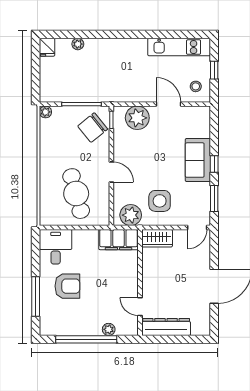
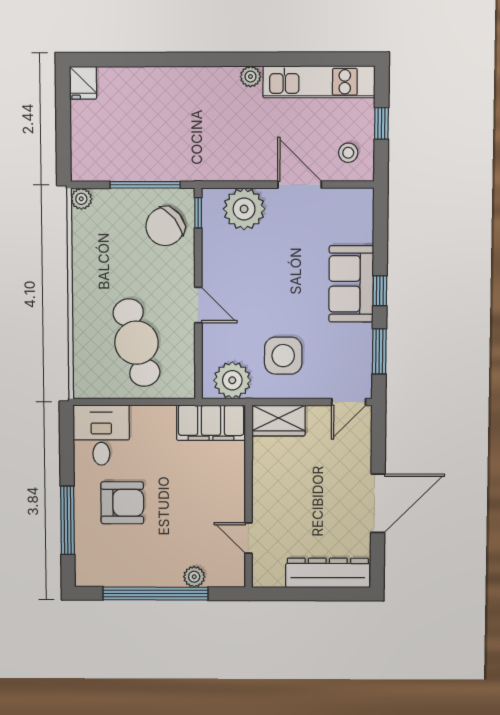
plant: (78, 44) -> (250, 77), moved
dresser: (166, 327) -> (328, 573), moved

